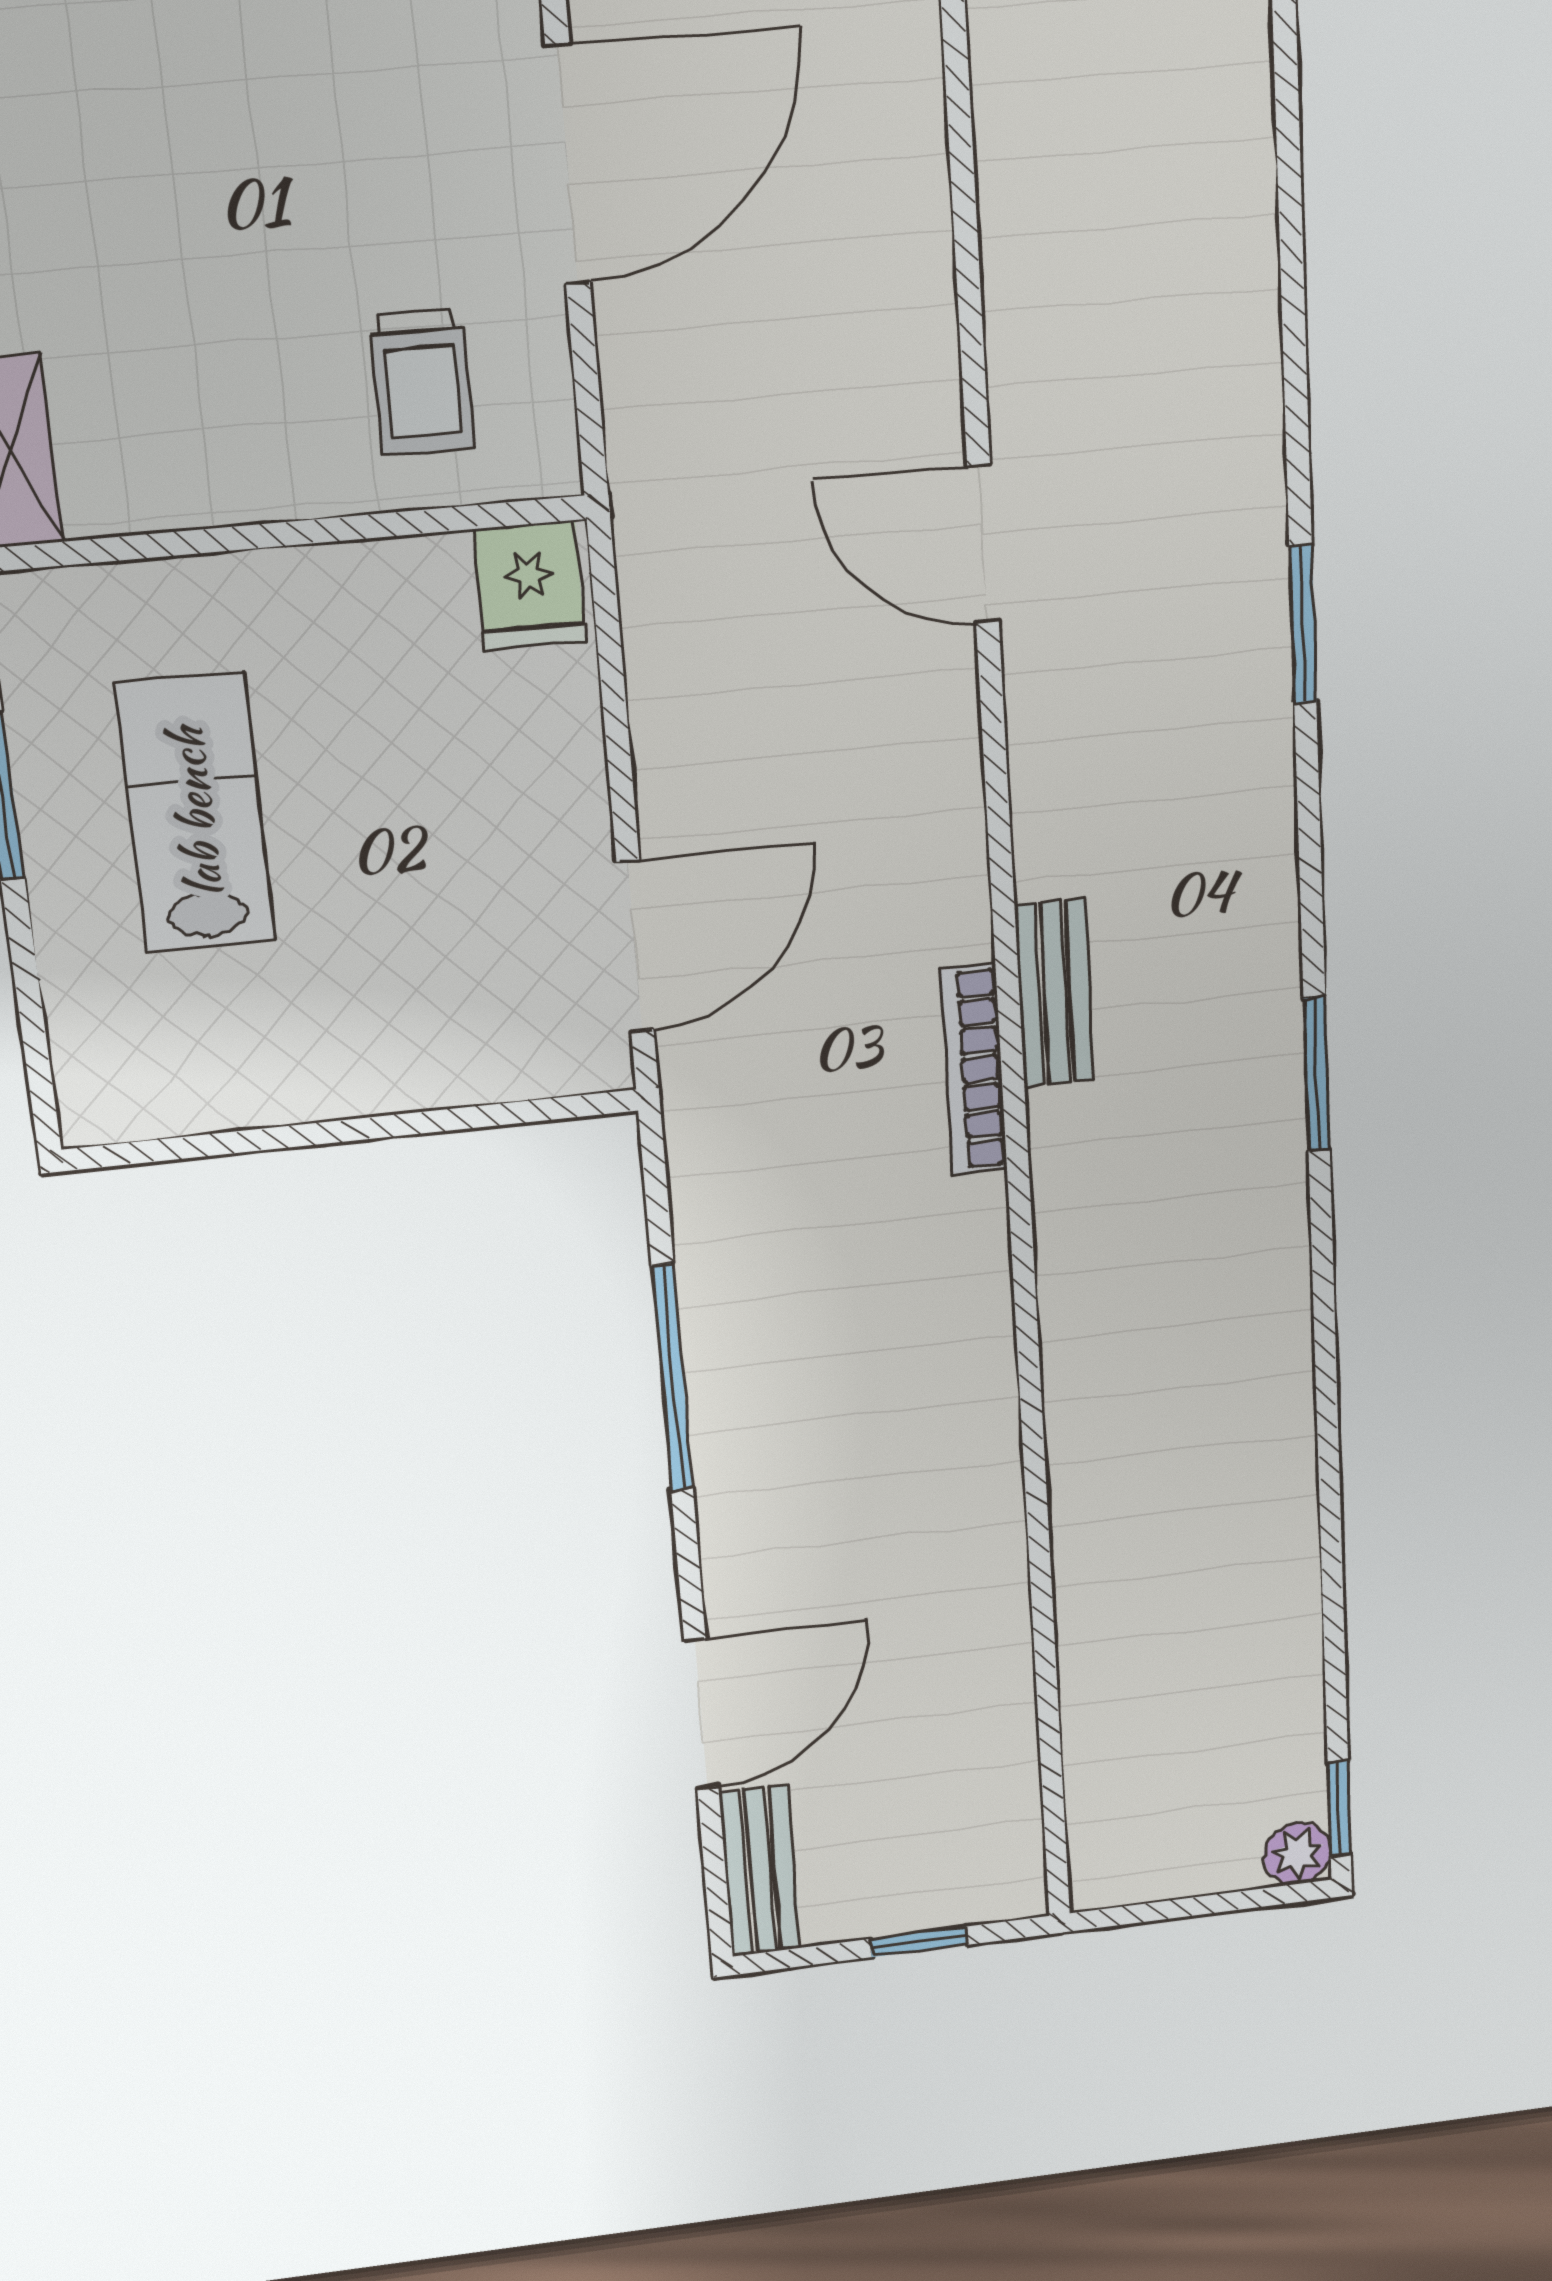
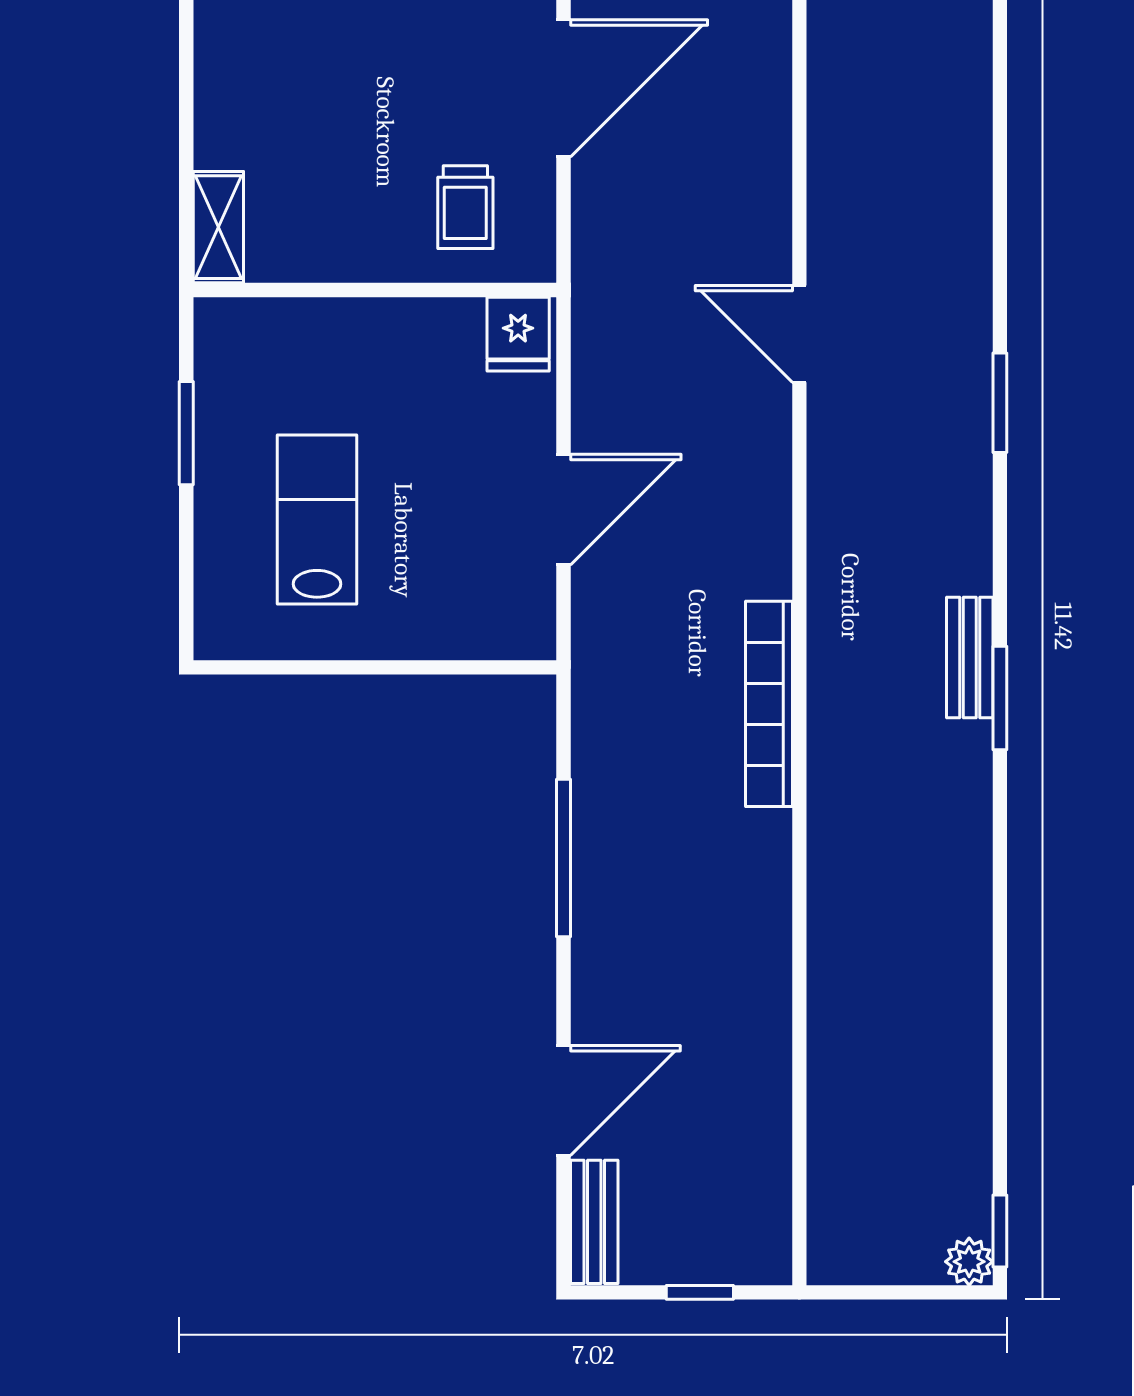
lab bench: (195, 813) -> (317, 520), moved
door: (635, 946) -> (564, 510), moved
bench: (1055, 993) -> (970, 657), moved
bookcase: (974, 1069) -> (769, 704), width x1.48, depth x1.31

